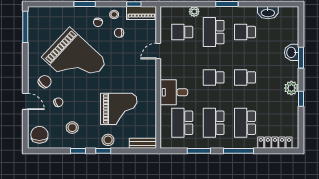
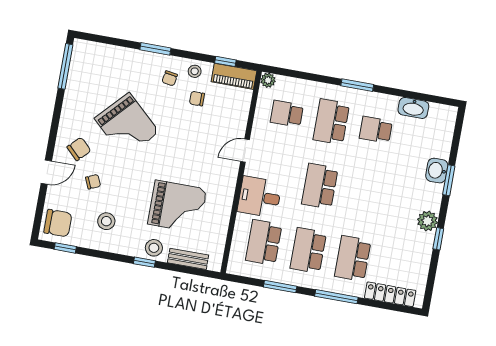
plant: (194, 12) -> (268, 80), moved
door: (158, 51) -> (245, 151), moved
grand piano: (74, 60) -> (127, 125), width x0.73, depth x0.68
school desk: (214, 77) -> (320, 186), width x1.85
school desk: (245, 77) -> (364, 194), removed
door: (25, 101) -> (46, 172), hinge flipped
chair: (39, 135) -> (58, 223), turned 90
bench: (143, 143) -> (188, 259), moved
window: (78, 151) -> (65, 248), moved

